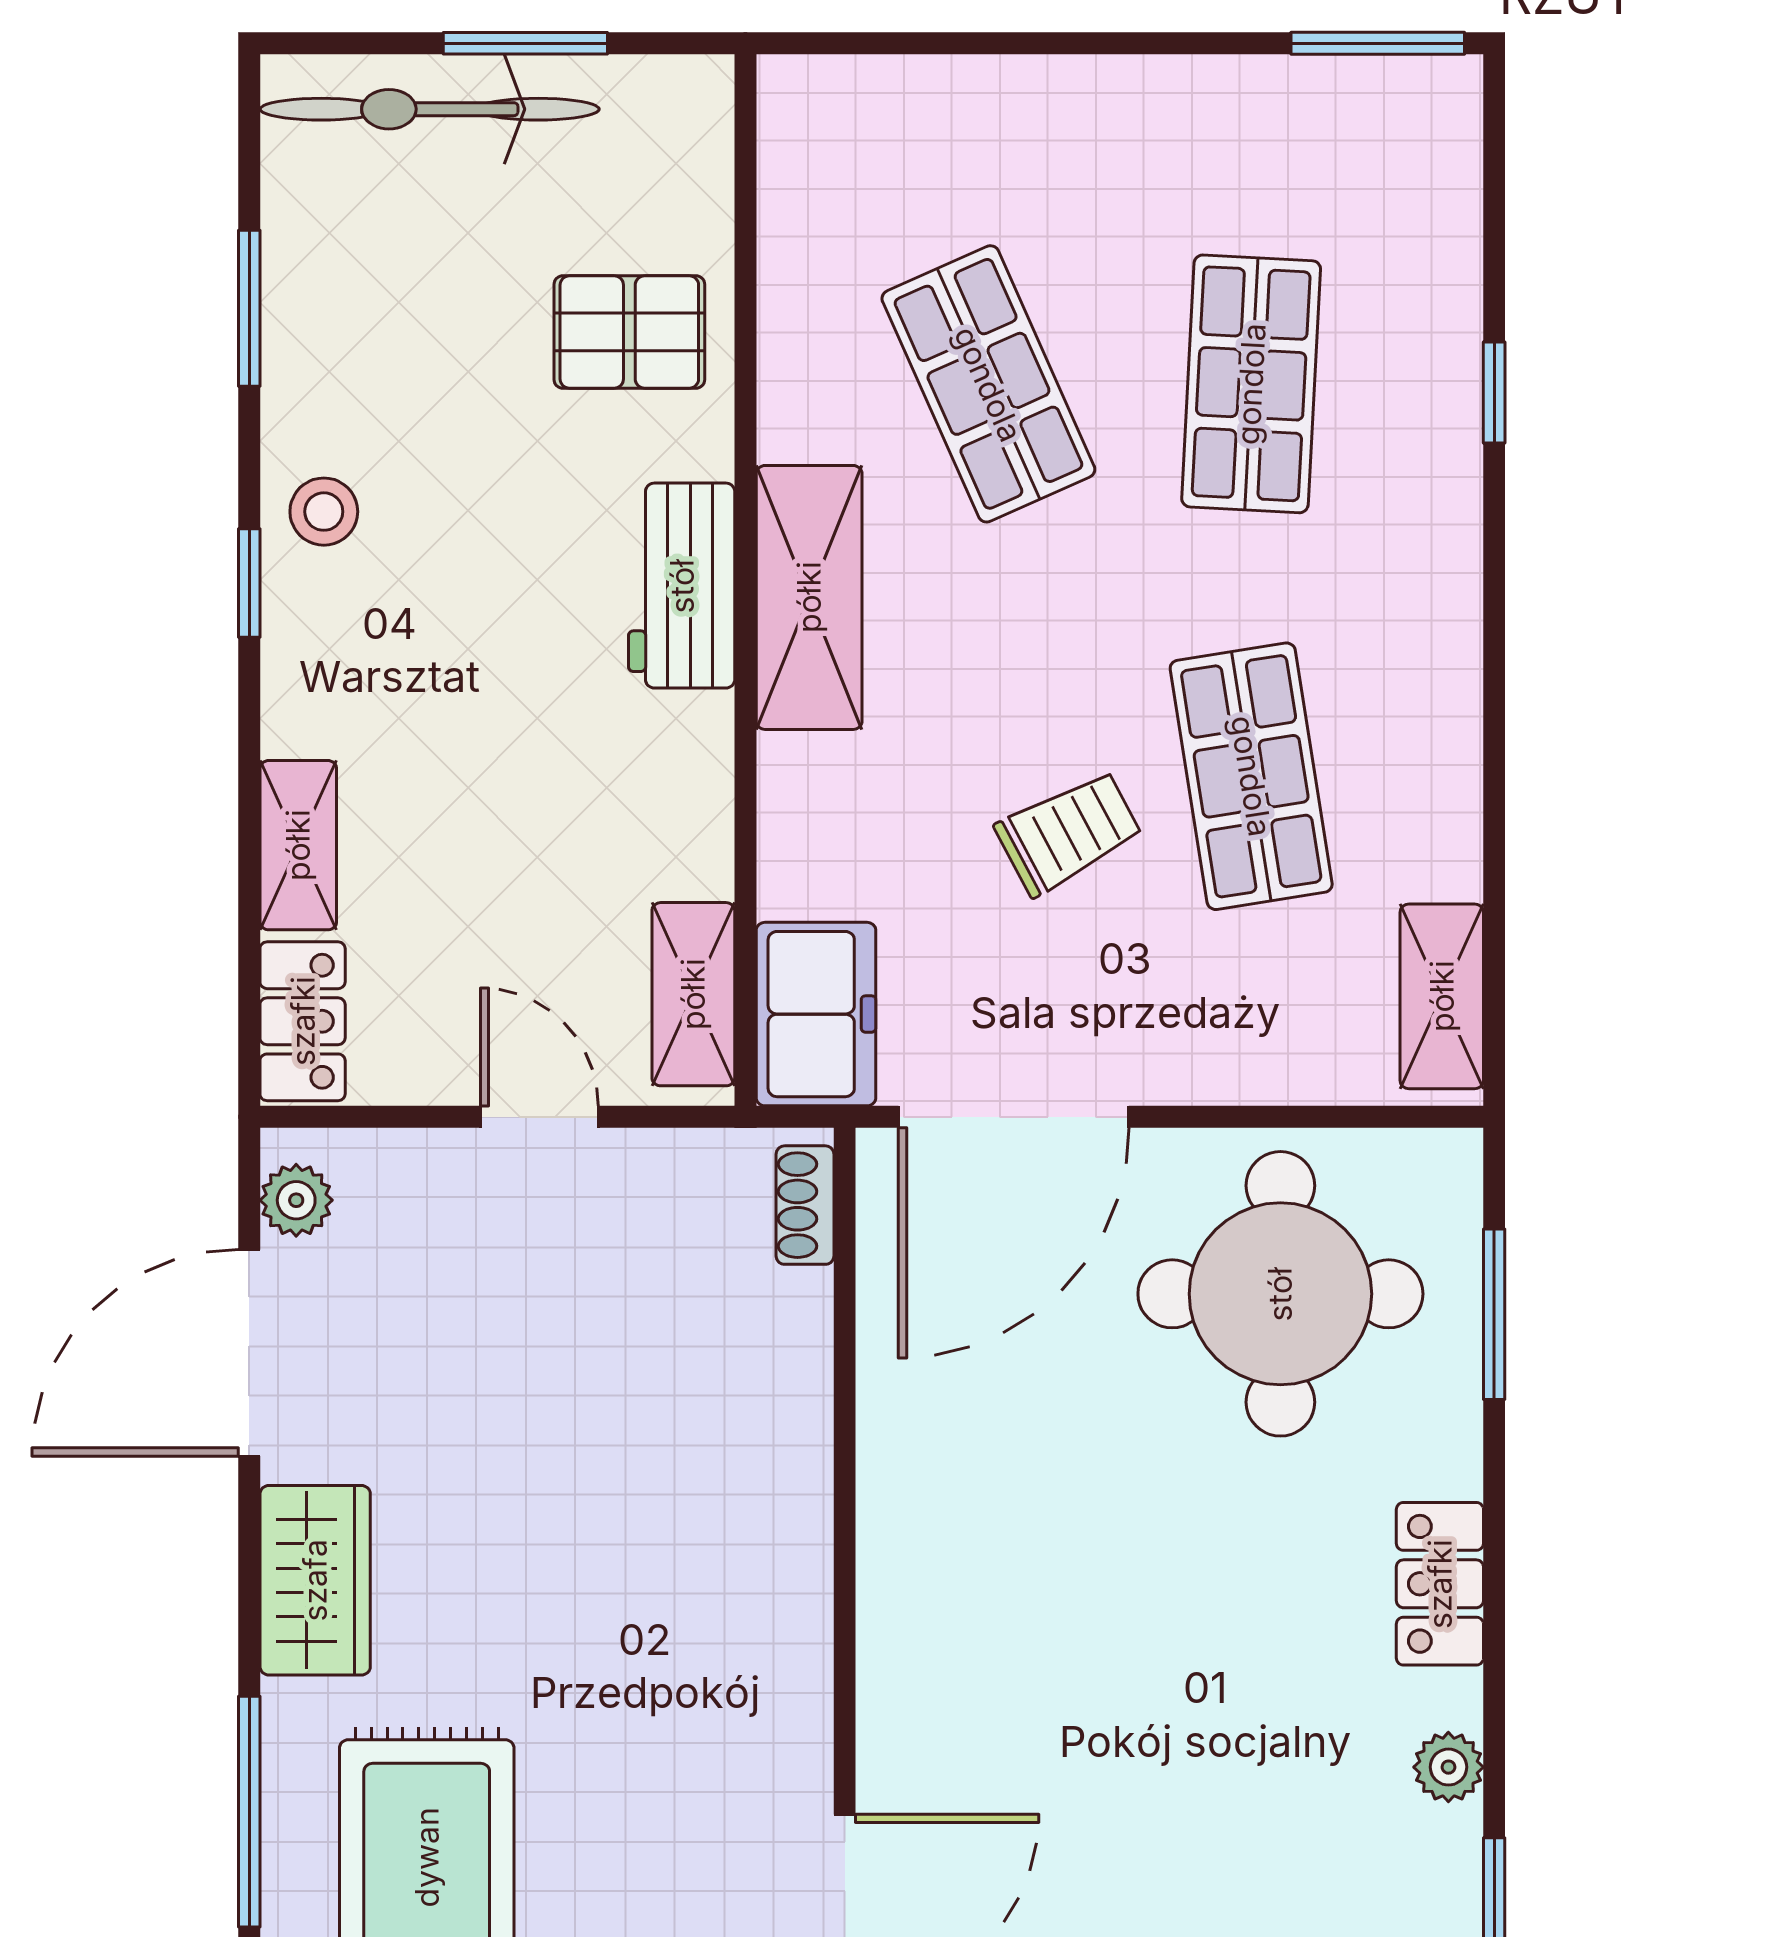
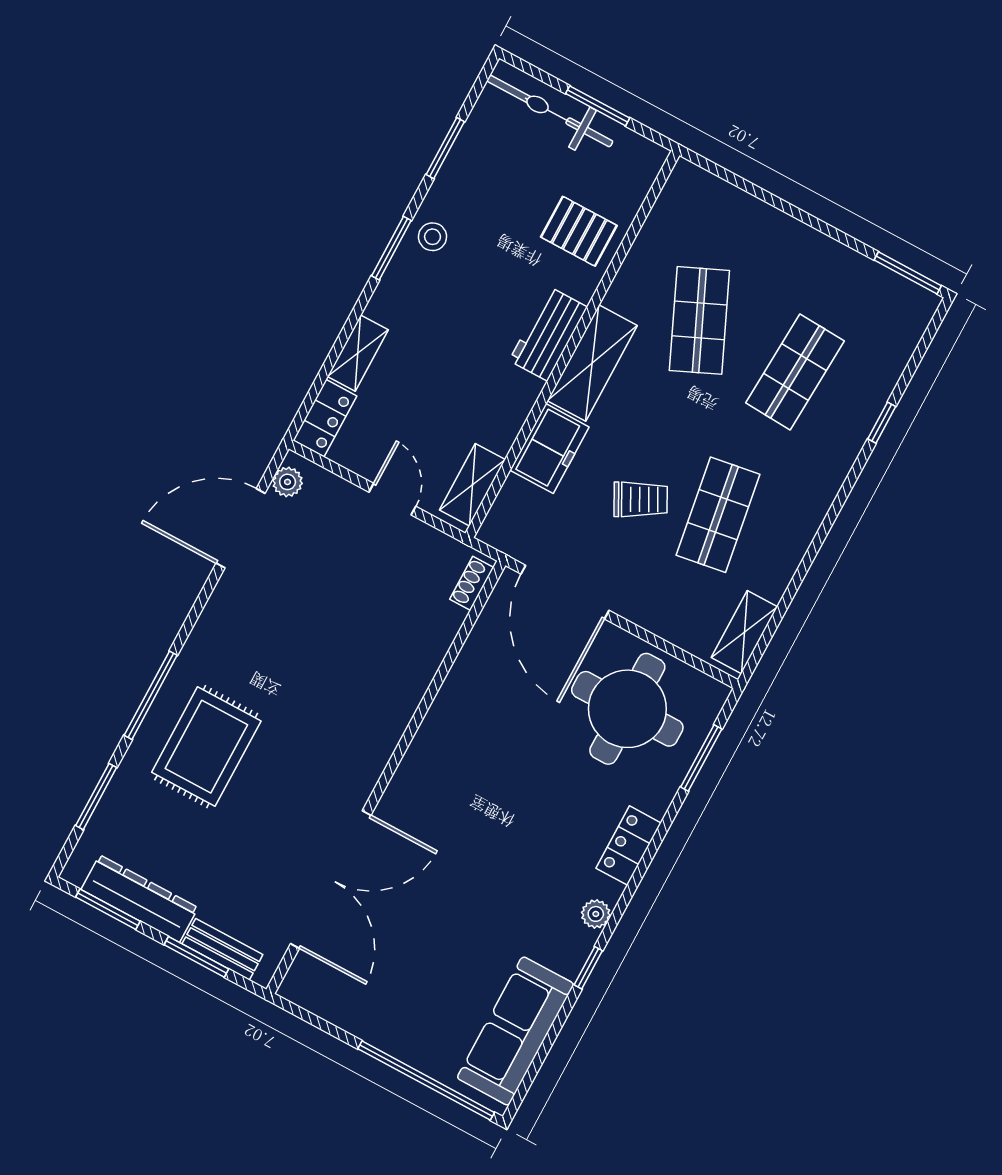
window: (249, 583) -> (391, 248), width x1.50
freezer: (816, 1014) -> (549, 449), moved
door: (1014, 1117) -> (565, 592), hinge flipped
wardrobe: (315, 1580) -> (220, 624), removed

